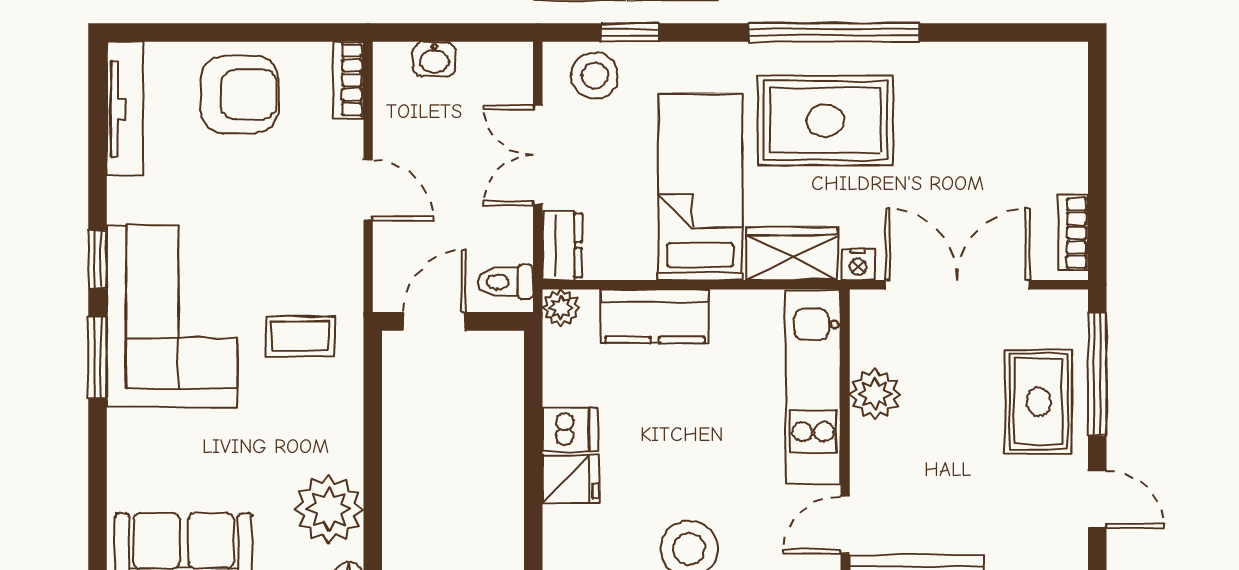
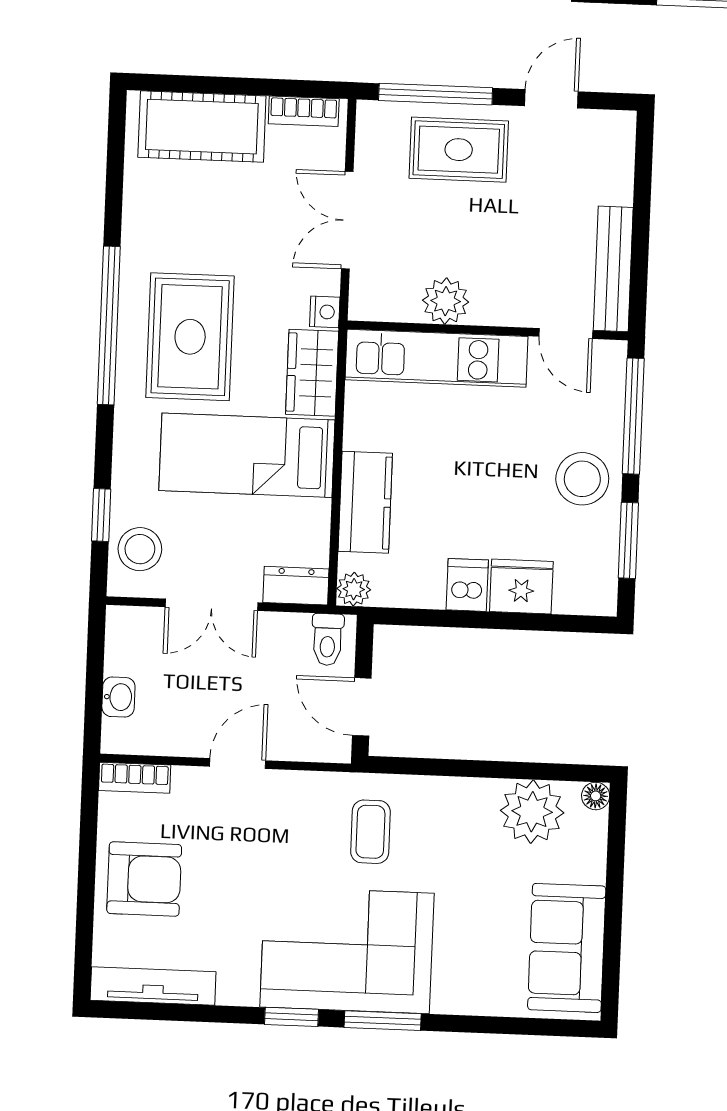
armchair: (240, 95) -> (144, 879), turned 90
cot: (1052, 124) -> (202, 127), added
double door: (958, 285) -> (347, 220), width x0.73
fridge: (571, 479) -> (521, 586), width x1.38

